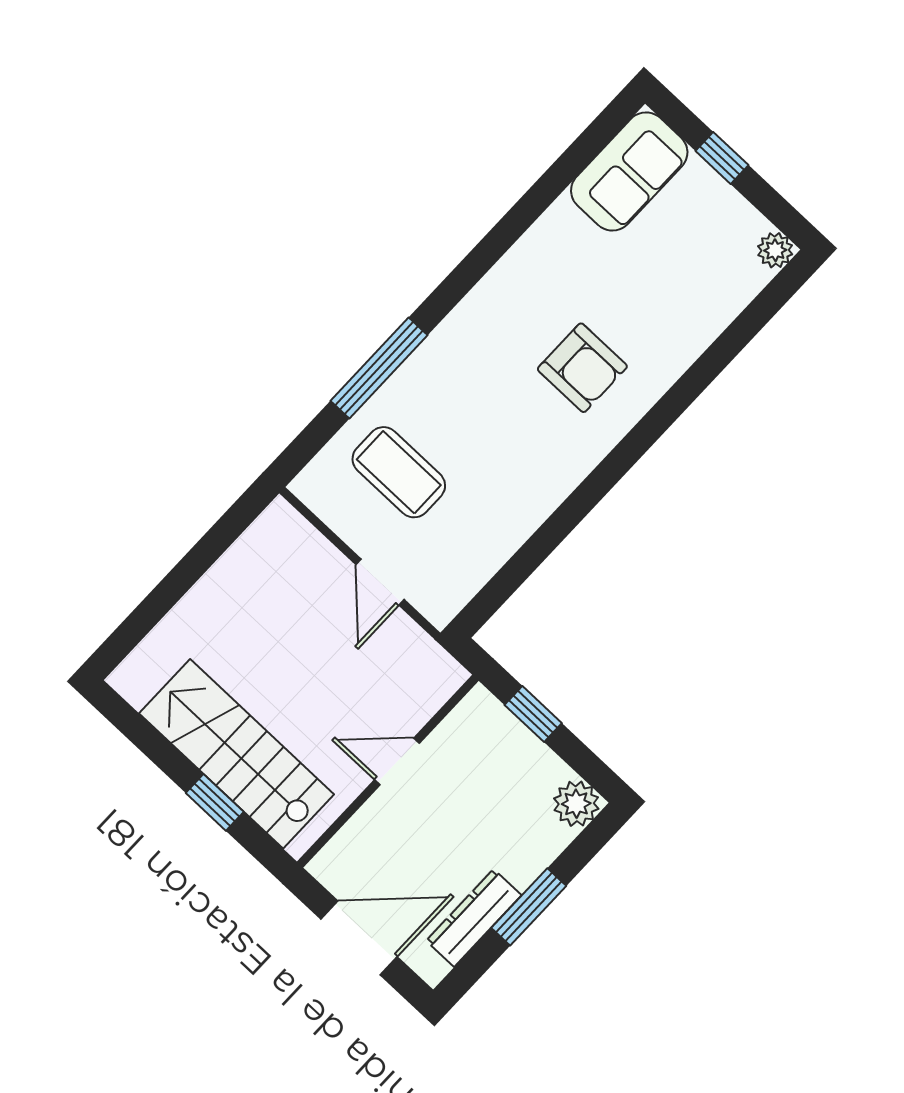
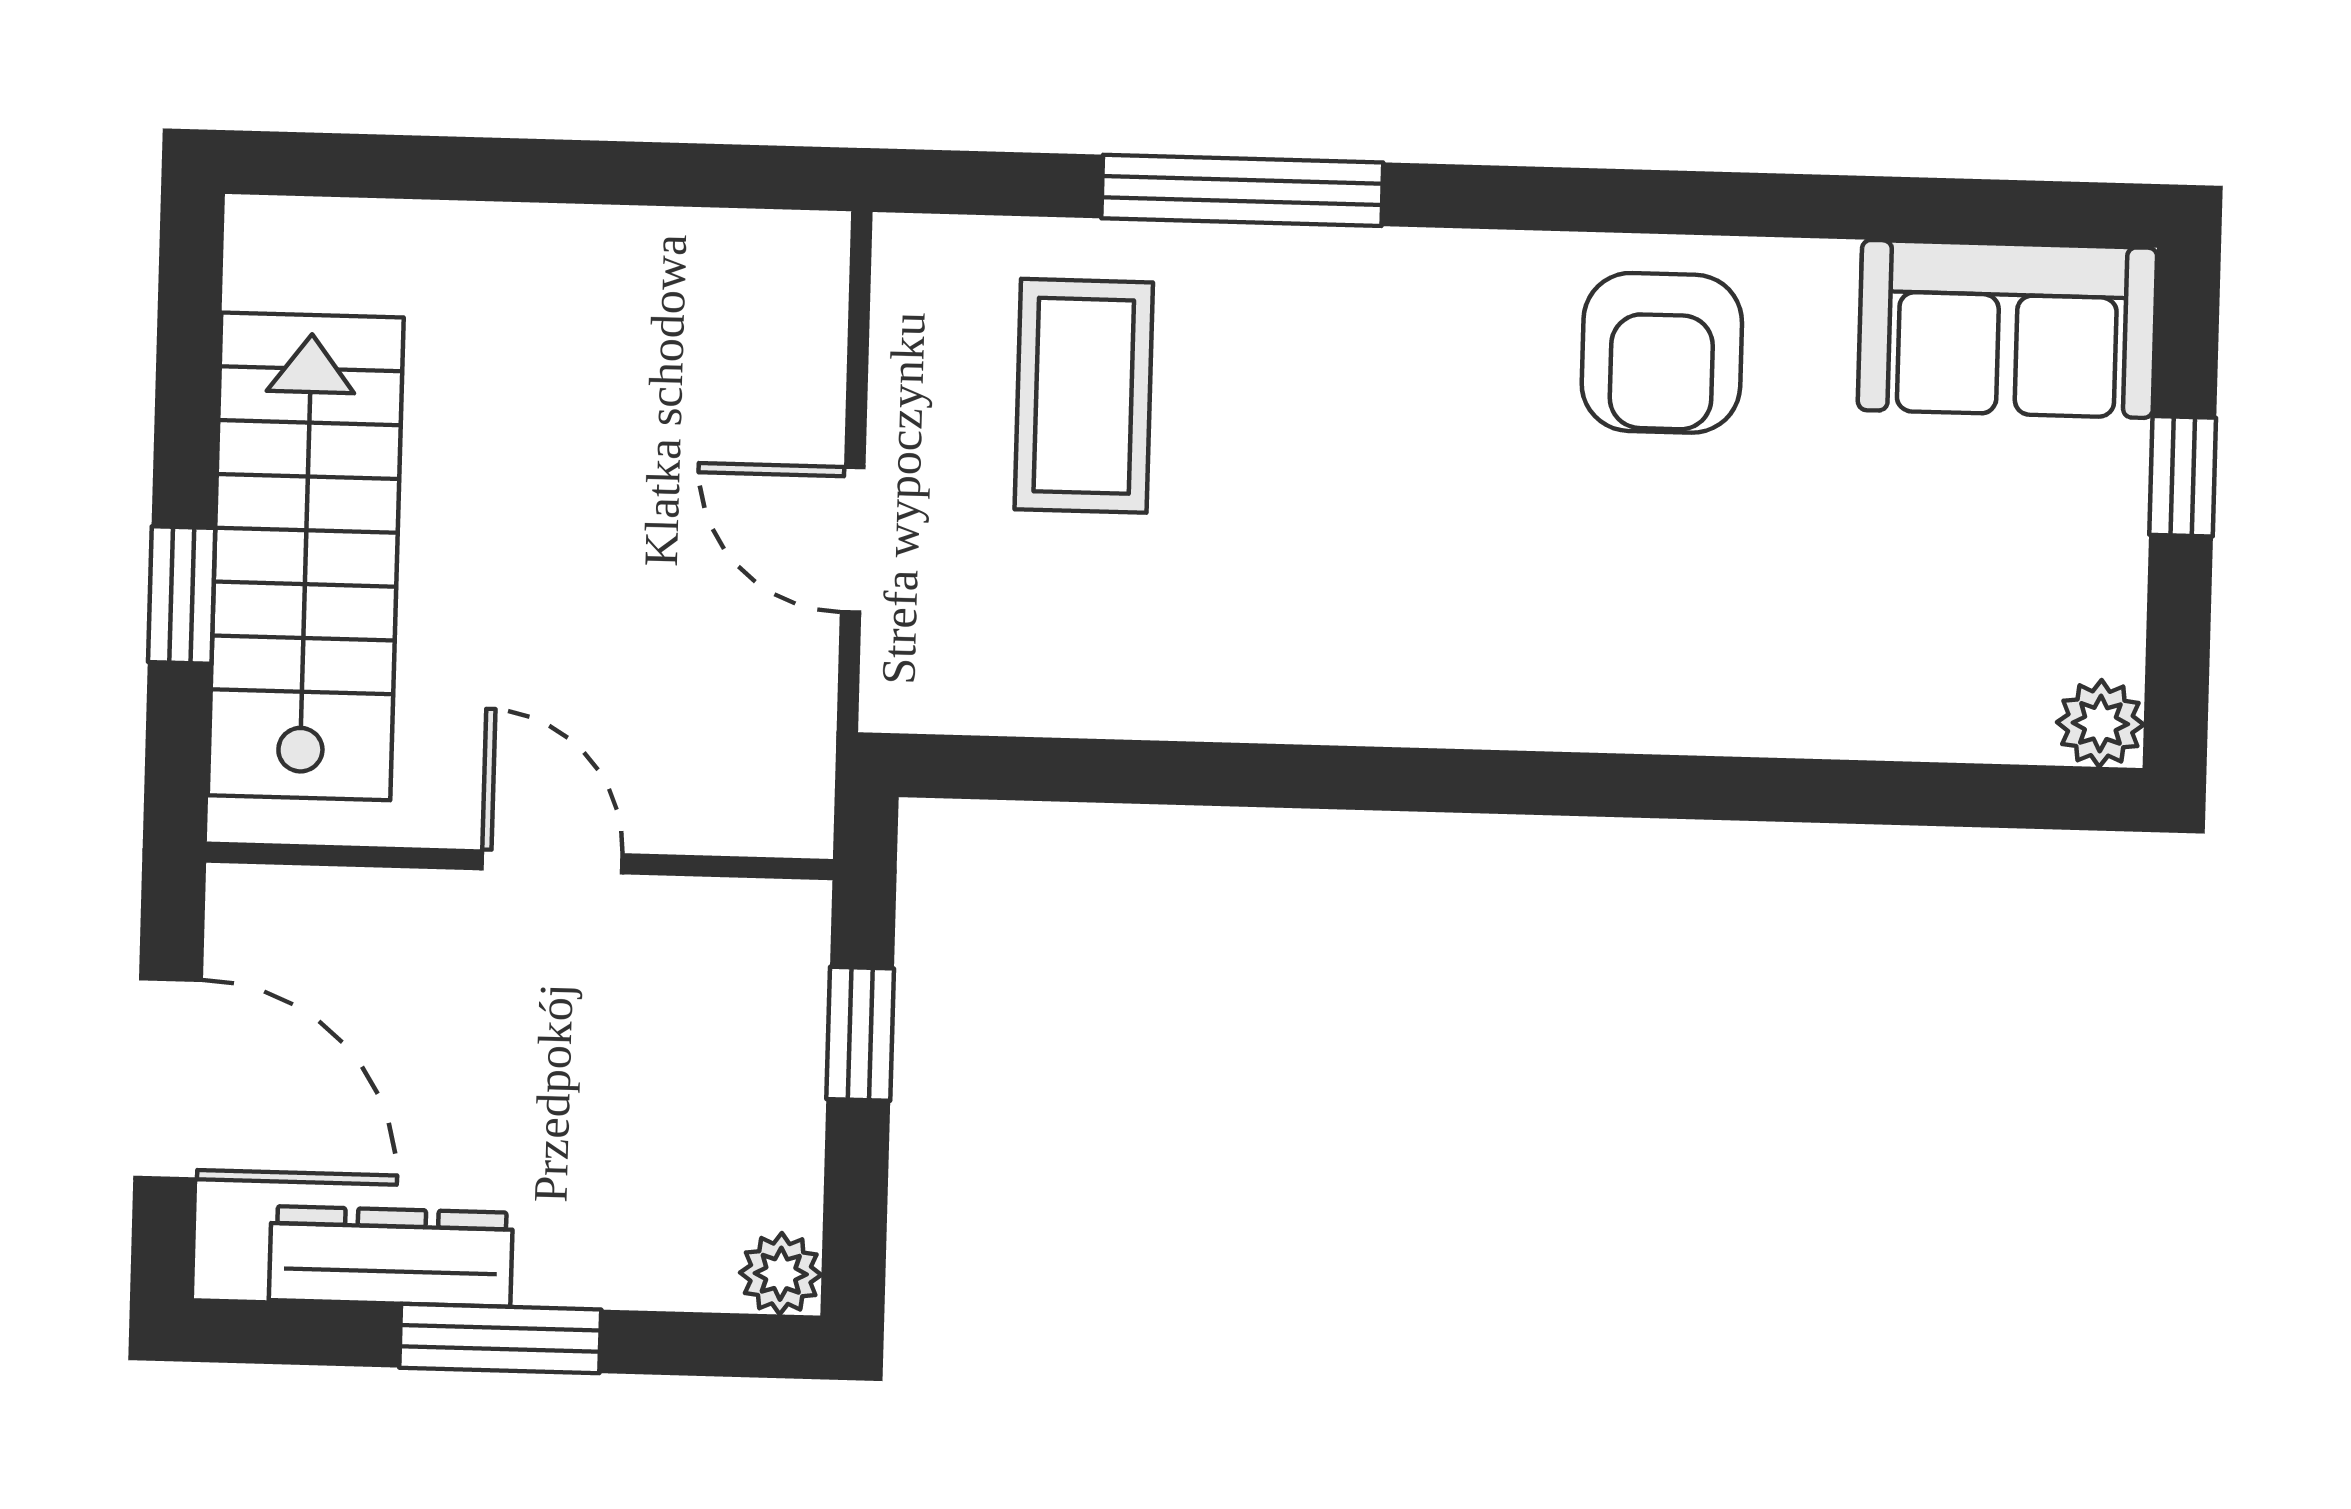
armchair: (582, 368) -> (1662, 353), moved
door: (380, 582) -> (853, 540), hinge flipped
plant: (576, 804) -> (781, 1274), width x0.73, depth x0.73

